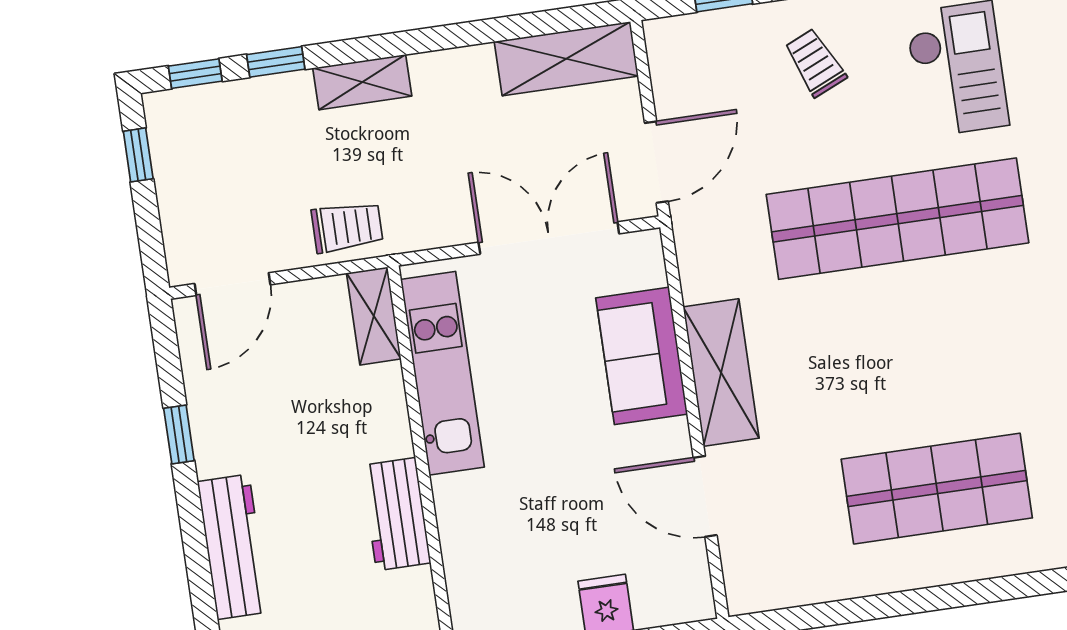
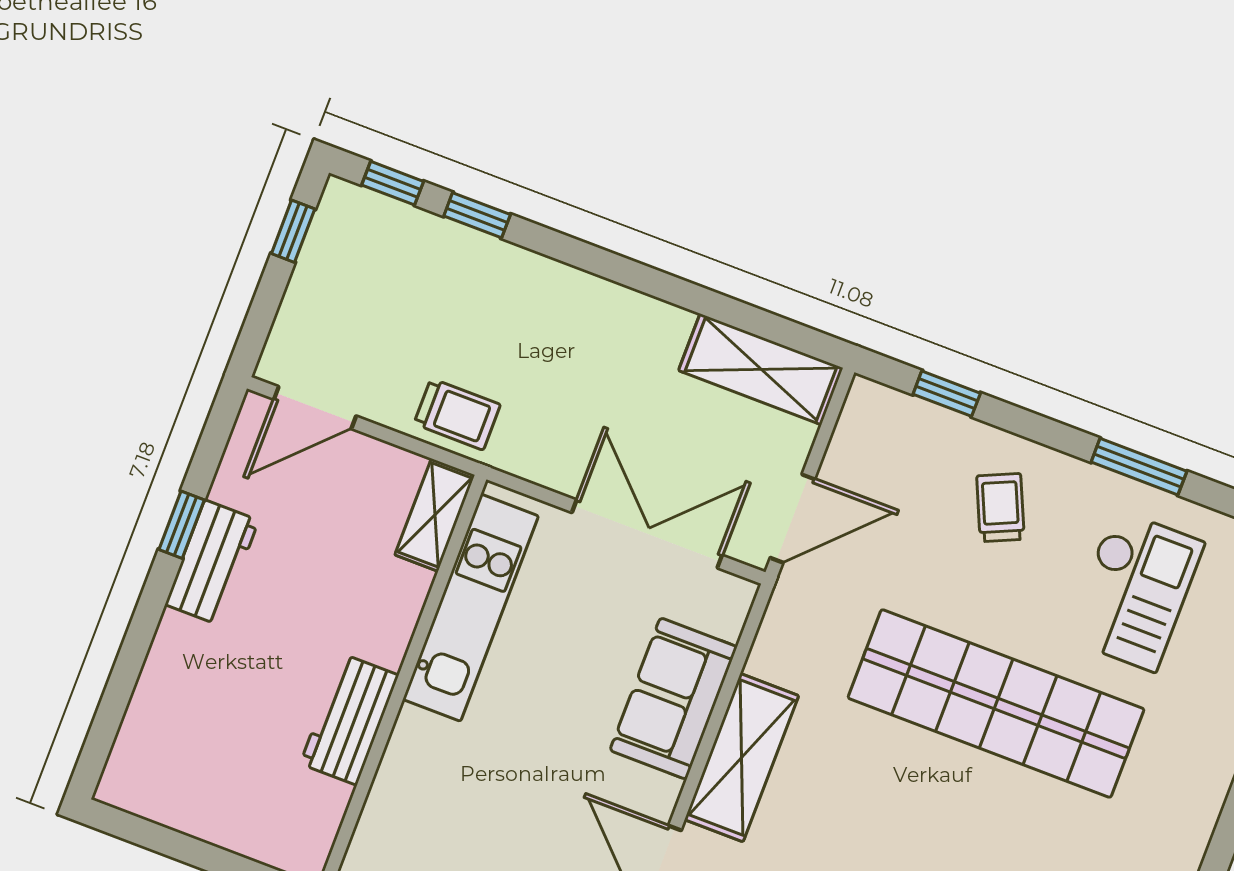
shelving: (362, 82) -> (550, 282), removed
workbench: (233, 547) -> (212, 562), moved, width x0.73

